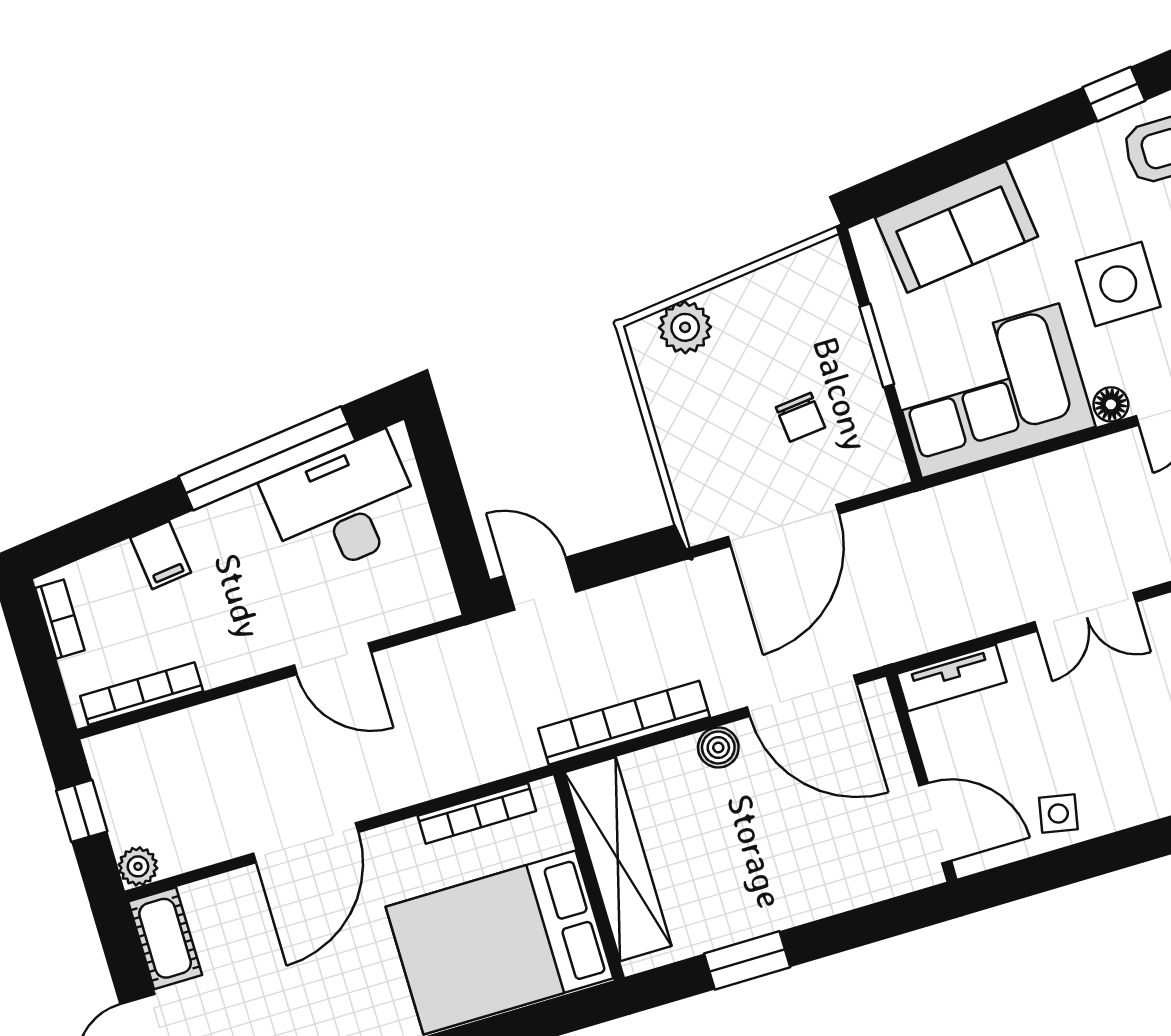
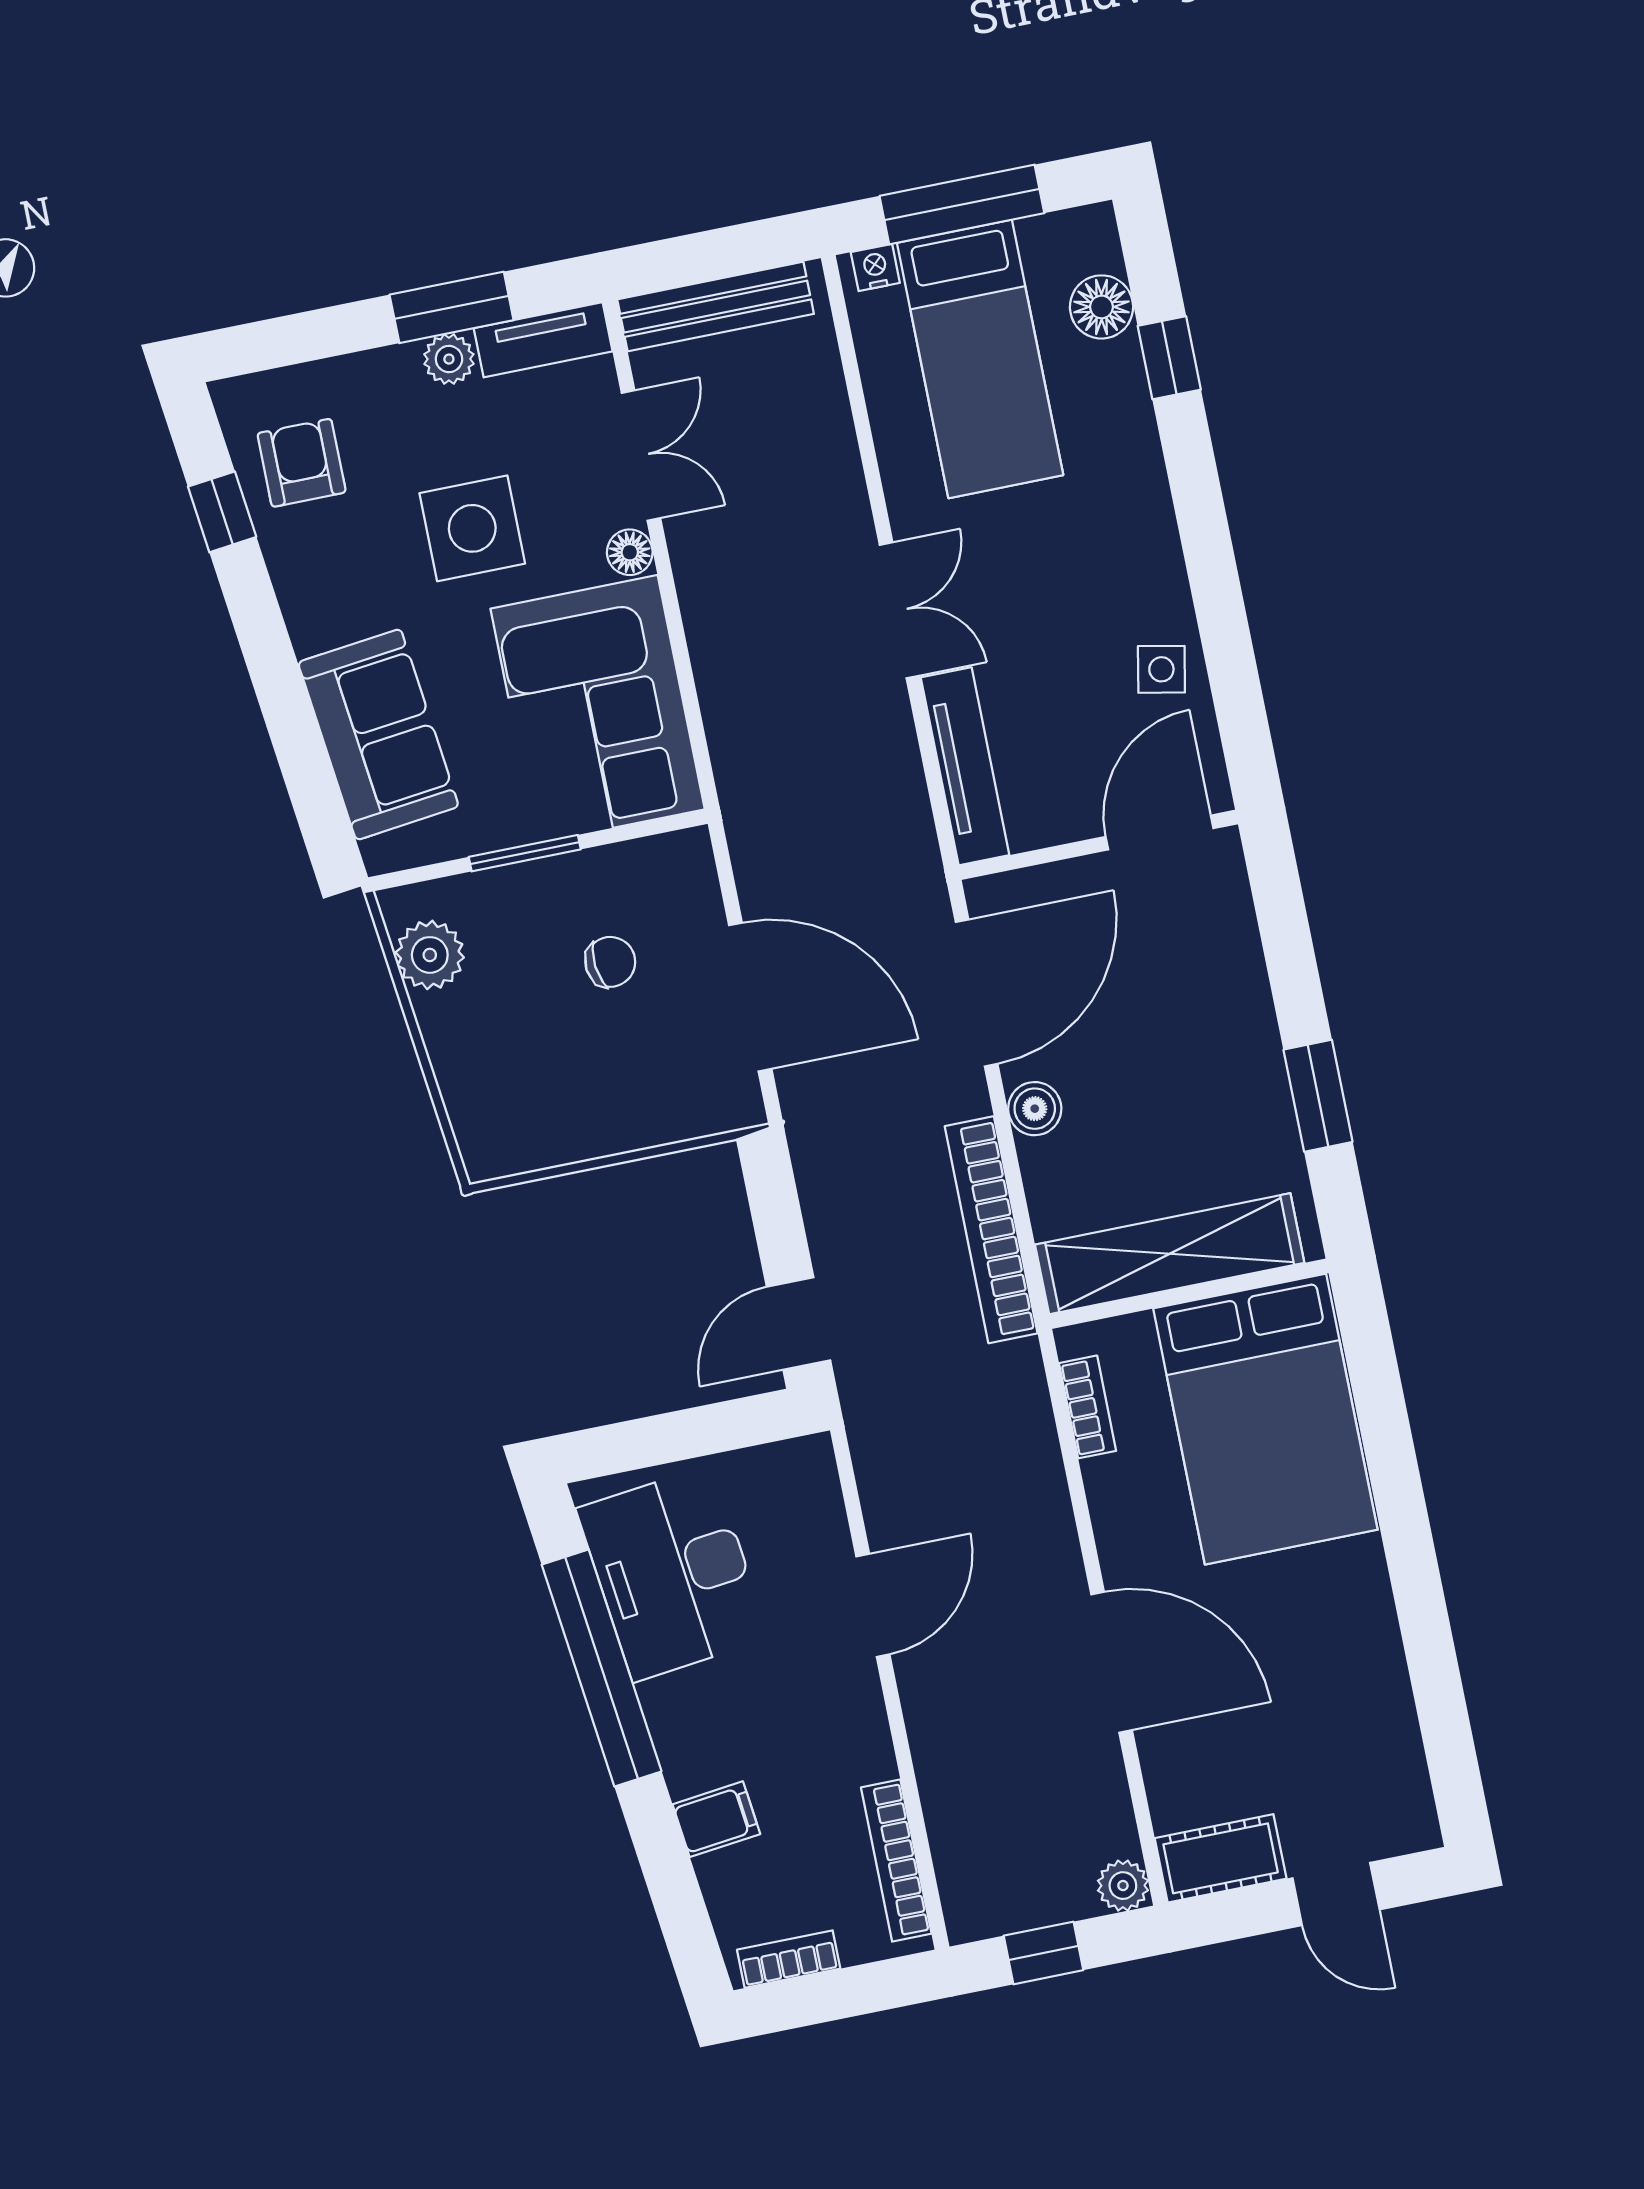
plant: (685, 327) -> (430, 955), moved
tv unit: (952, 678) -> (965, 766), width x1.41
bookcase: (477, 813) -> (1088, 1407), width x0.64

